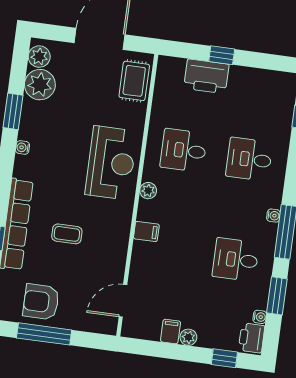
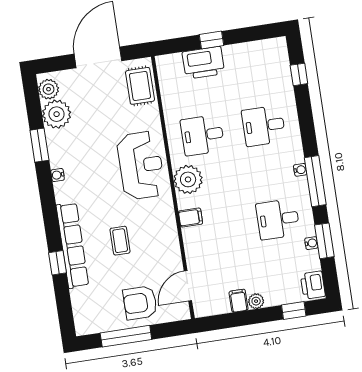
plant: (148, 191) -> (188, 179), width x1.88, depth x1.88
coffee table: (67, 234) -> (120, 241), turned 90
armchair: (41, 302) -> (140, 303), moved
water cooler: (260, 317) -> (311, 243), moved

